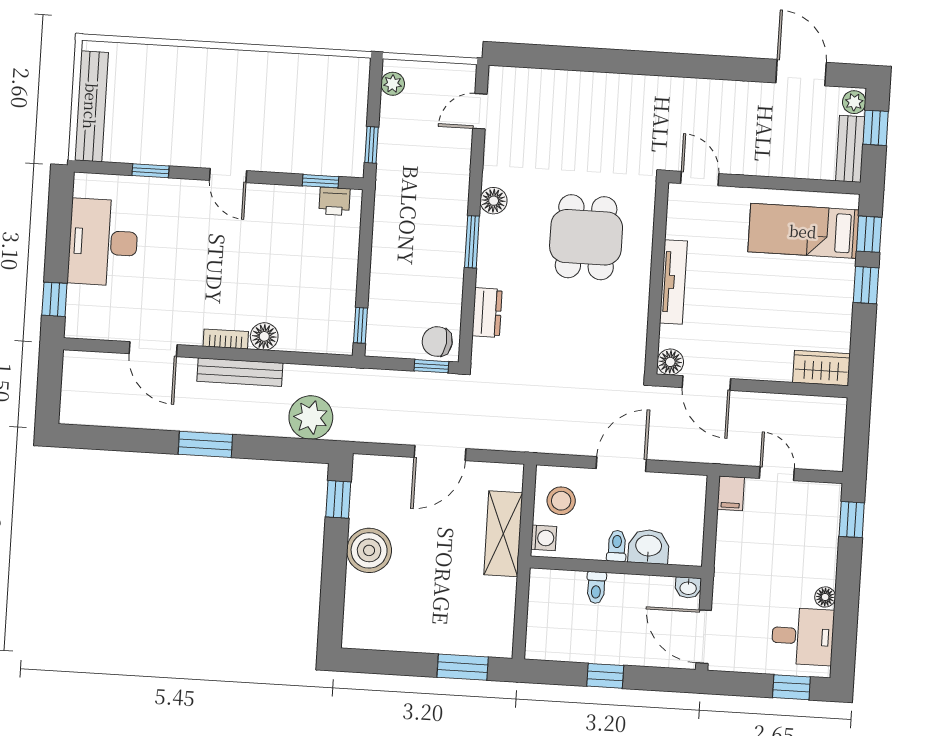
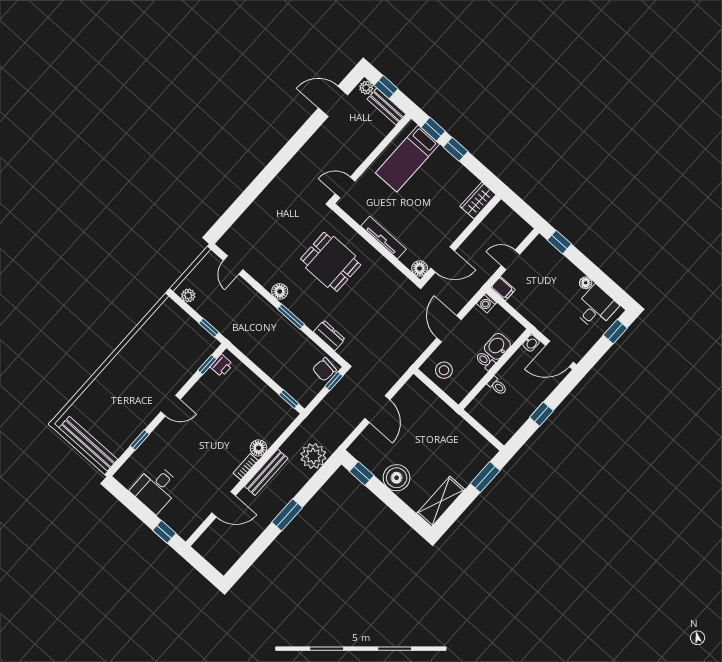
desk: (103, 242) -> (156, 488), width x0.73
shelving: (503, 534) -> (441, 501), moved, turned 90
washing machine: (544, 538) -> (486, 303), moved, turned 180

